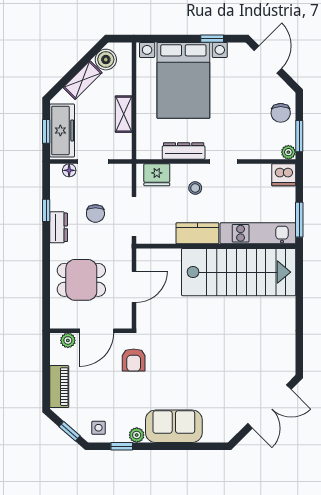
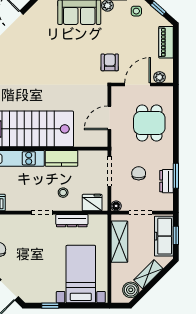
bed with nightstands: (183, 80) -> (81, 274), width x0.73
shelving: (124, 114) -> (119, 242), width x1.50, depth x1.33
floor lamp: (69, 170) -> (116, 206), moved
window: (46, 210) -> (176, 176), width x1.50
dresser: (59, 227) -> (167, 181), moved
dining table: (81, 280) -> (149, 123), turned 90

